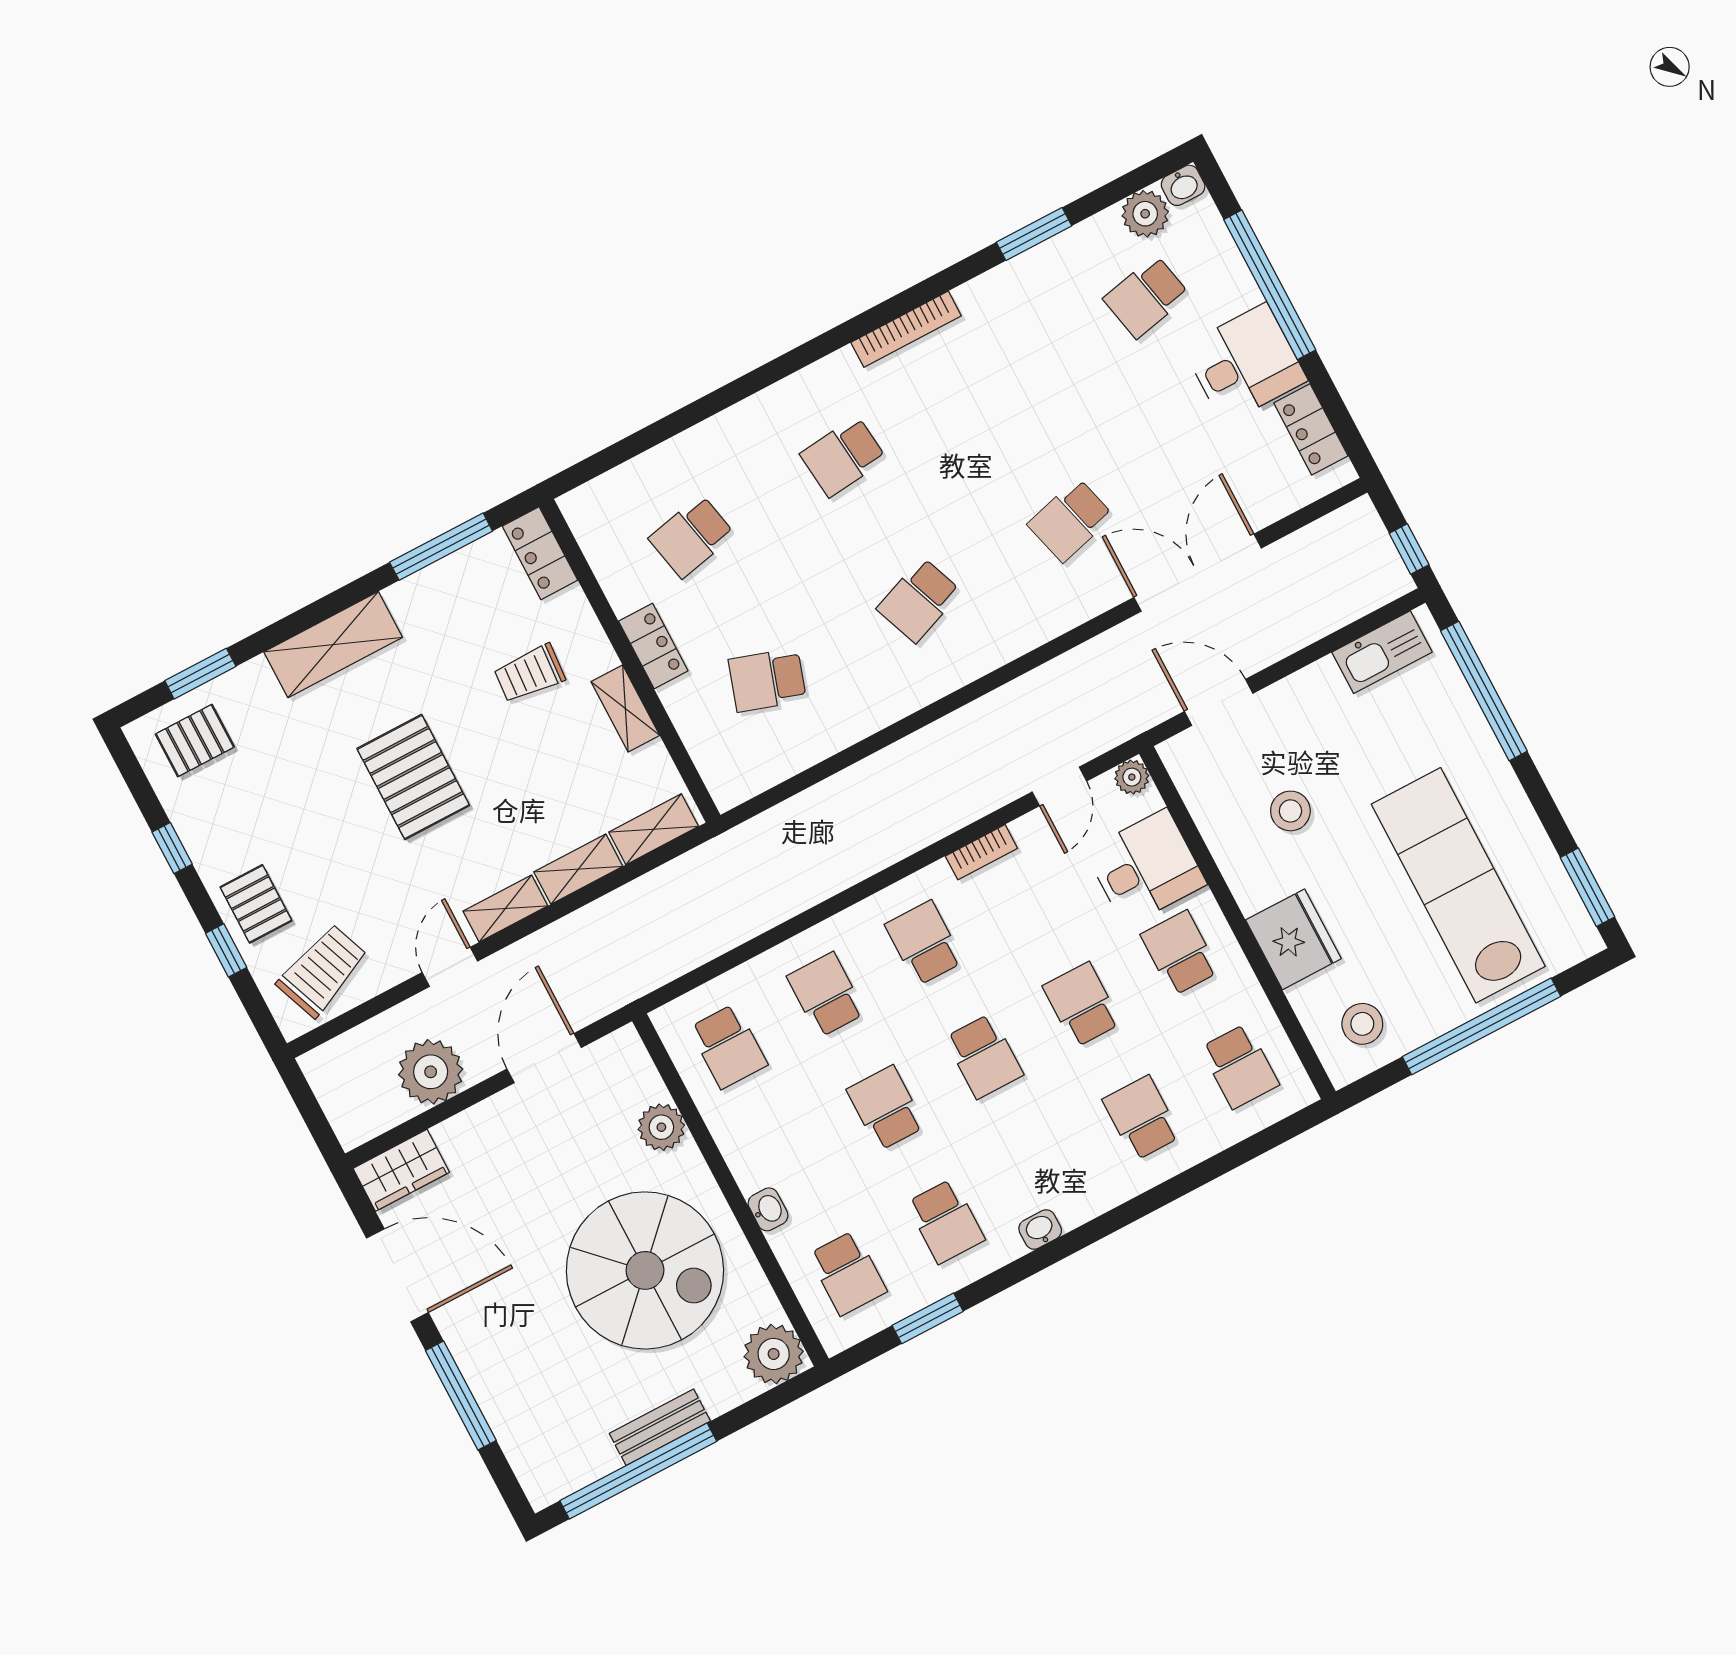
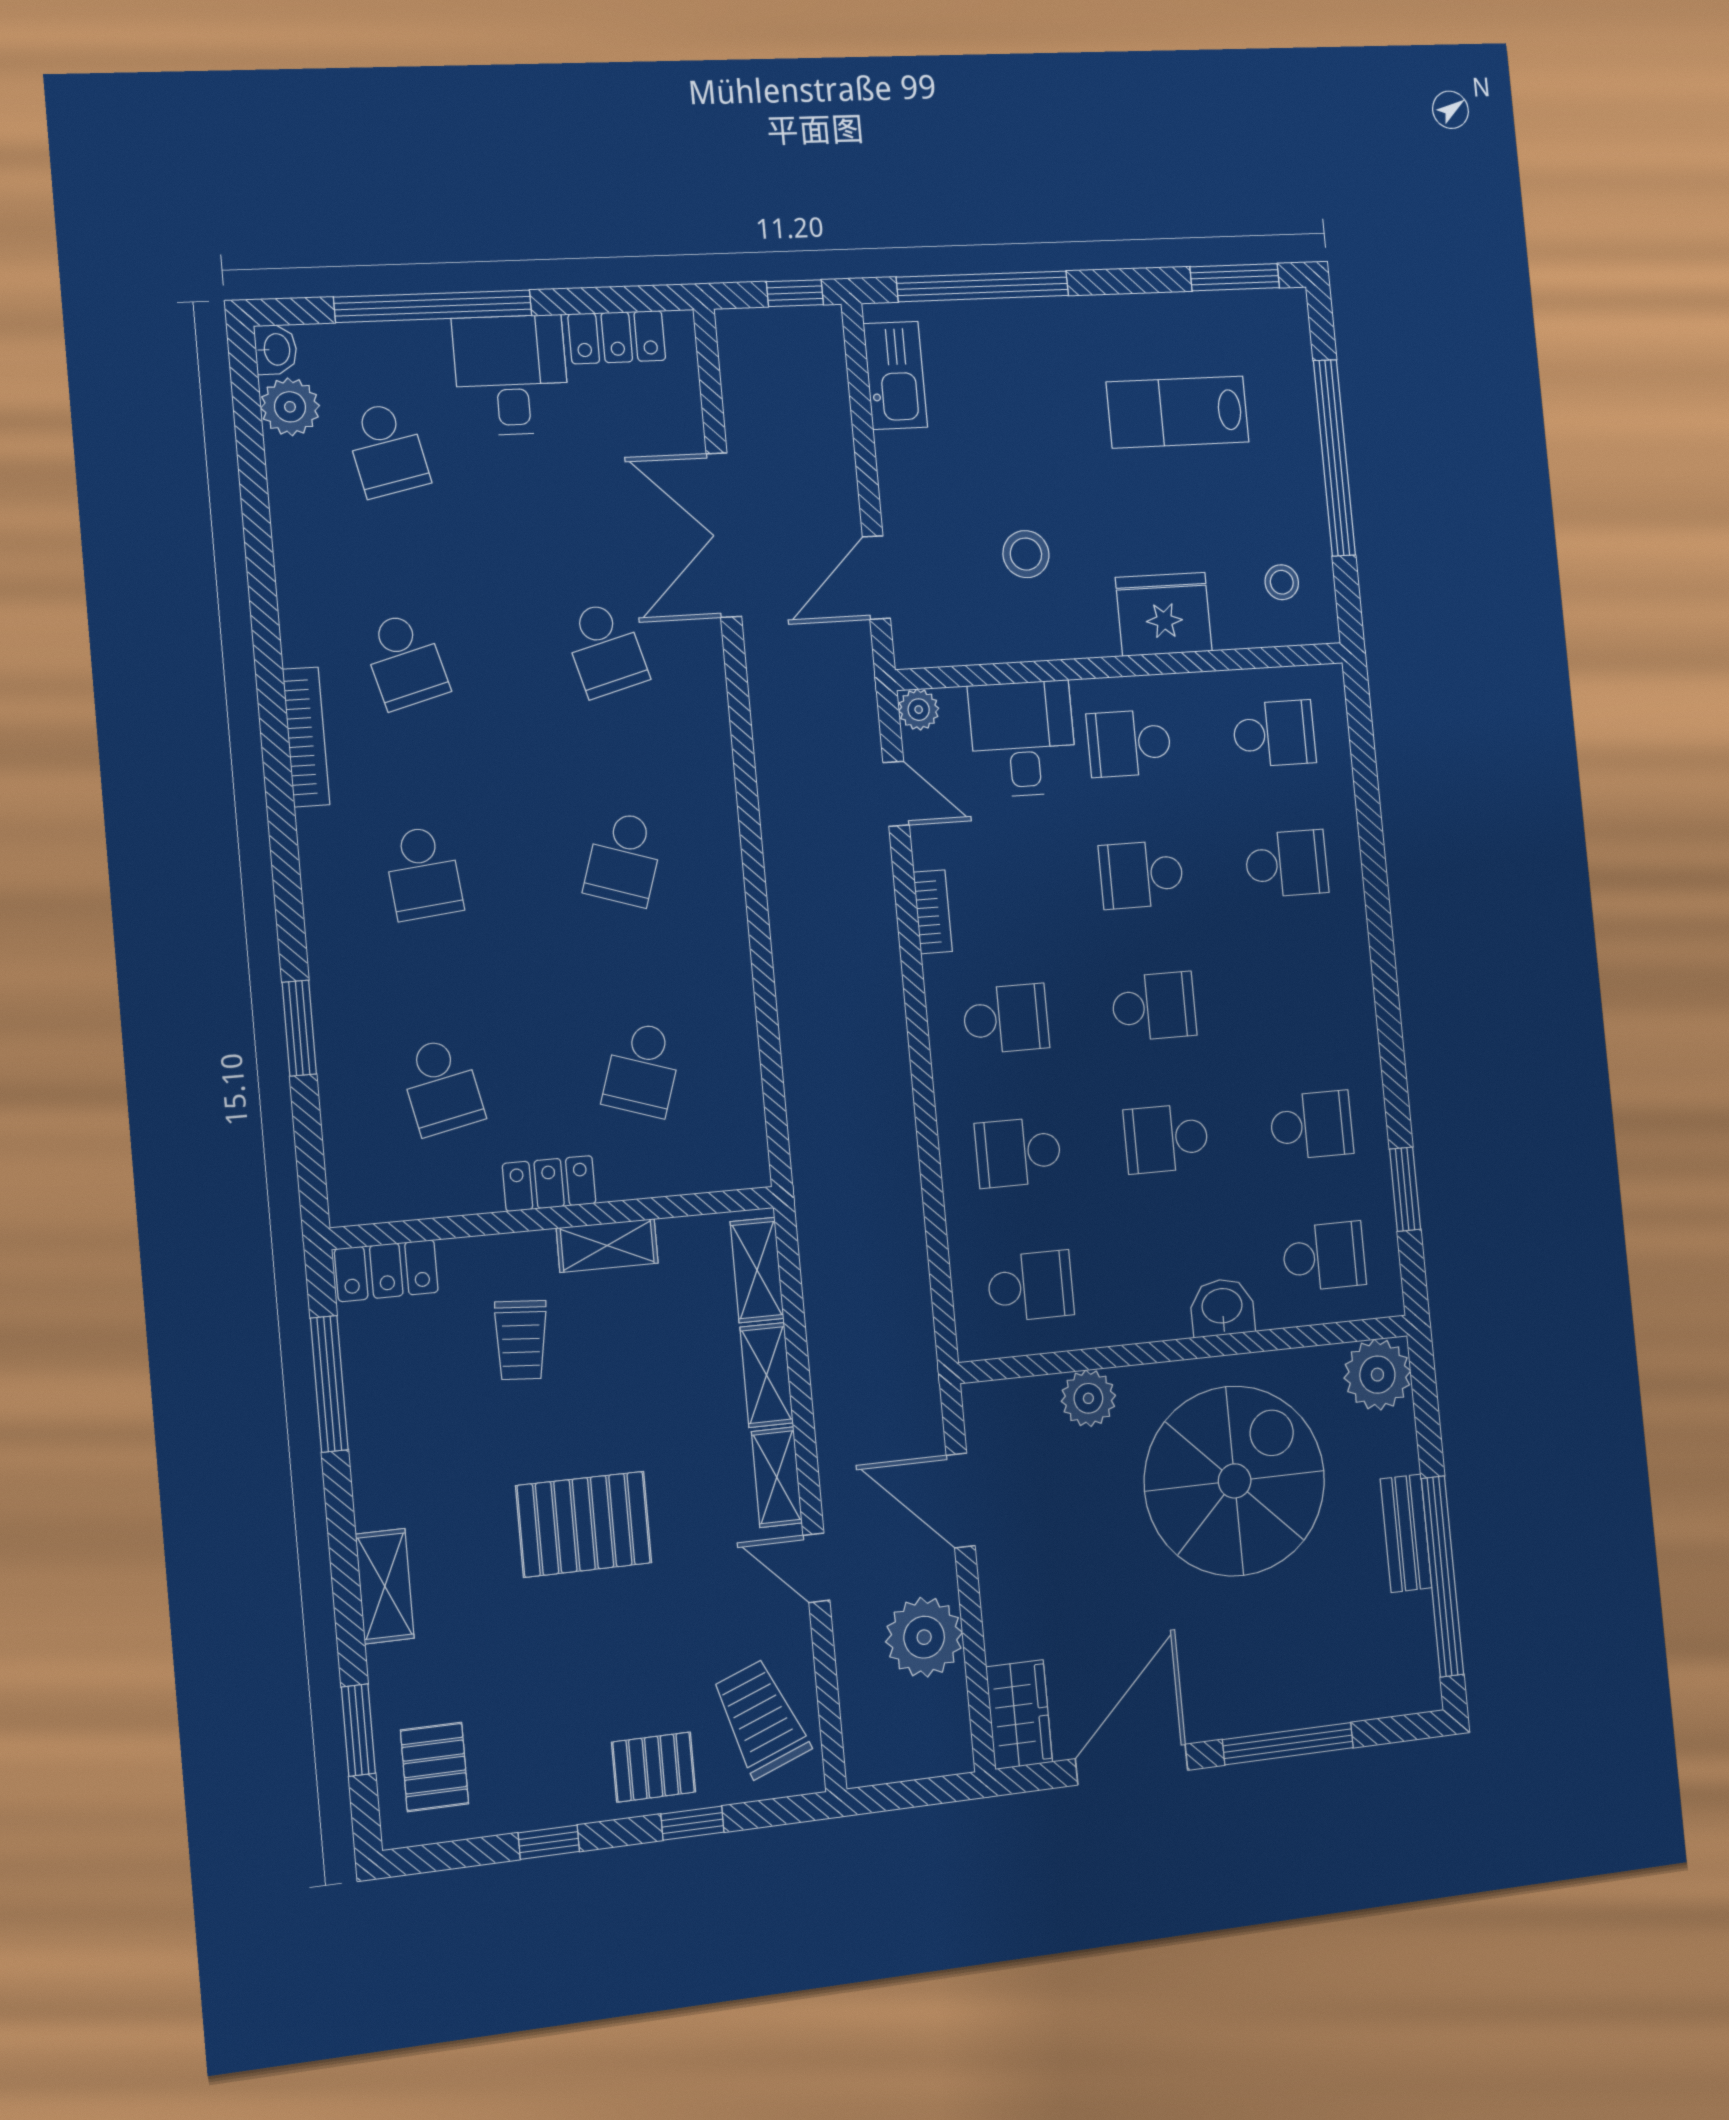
window: (1034, 234) -> (299, 1028), moved
school desk: (995, 377) -> (405, 661), added
school desk: (919, 600) -> (624, 859), turned 39
shelving: (333, 645) -> (385, 1586), width x0.67, depth x0.75
lab bench: (1458, 885) -> (1178, 412), width x0.54, depth x0.72
school desk: (924, 943) -> (1006, 1019), turned 180
stool: (1362, 1024) -> (1282, 582), width x0.73, depth x0.73
school desk: (1142, 1118) -> (1286, 864), turned 180
washbasin: (768, 1209) -> (1222, 1307), width x1.38, depth x1.45
washbasin: (1040, 1230) -> (1360, 1026), removed

